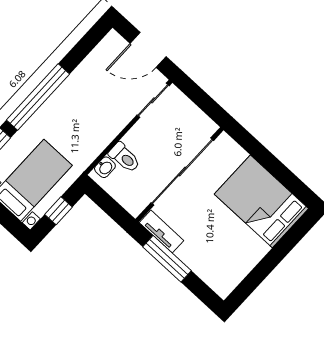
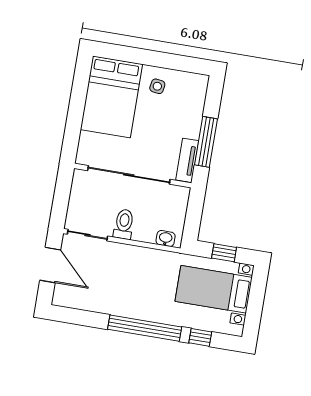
toilet: (124, 157) -> (124, 224), moved
side table: (244, 248) -> (157, 86), added

